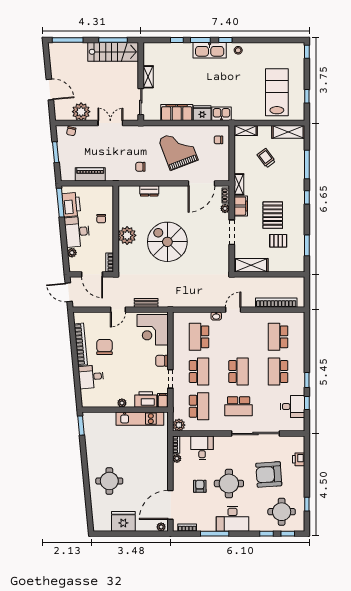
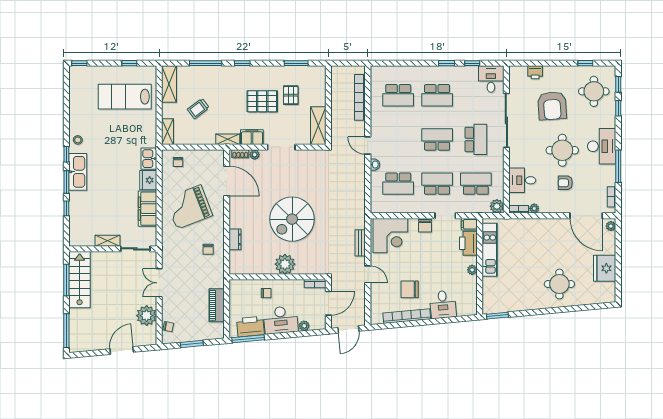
desk: (293, 407) -> (491, 79), moved

